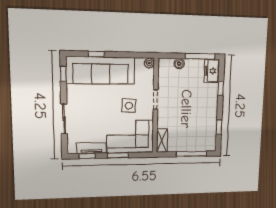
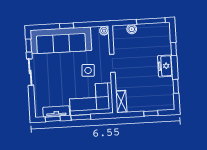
window: (96, 54) -> (66, 26), moved
freezer: (212, 71) -> (165, 66), moved
sliding door: (64, 119) -> (30, 72), moved
window: (191, 154) -> (151, 113), width x0.46

